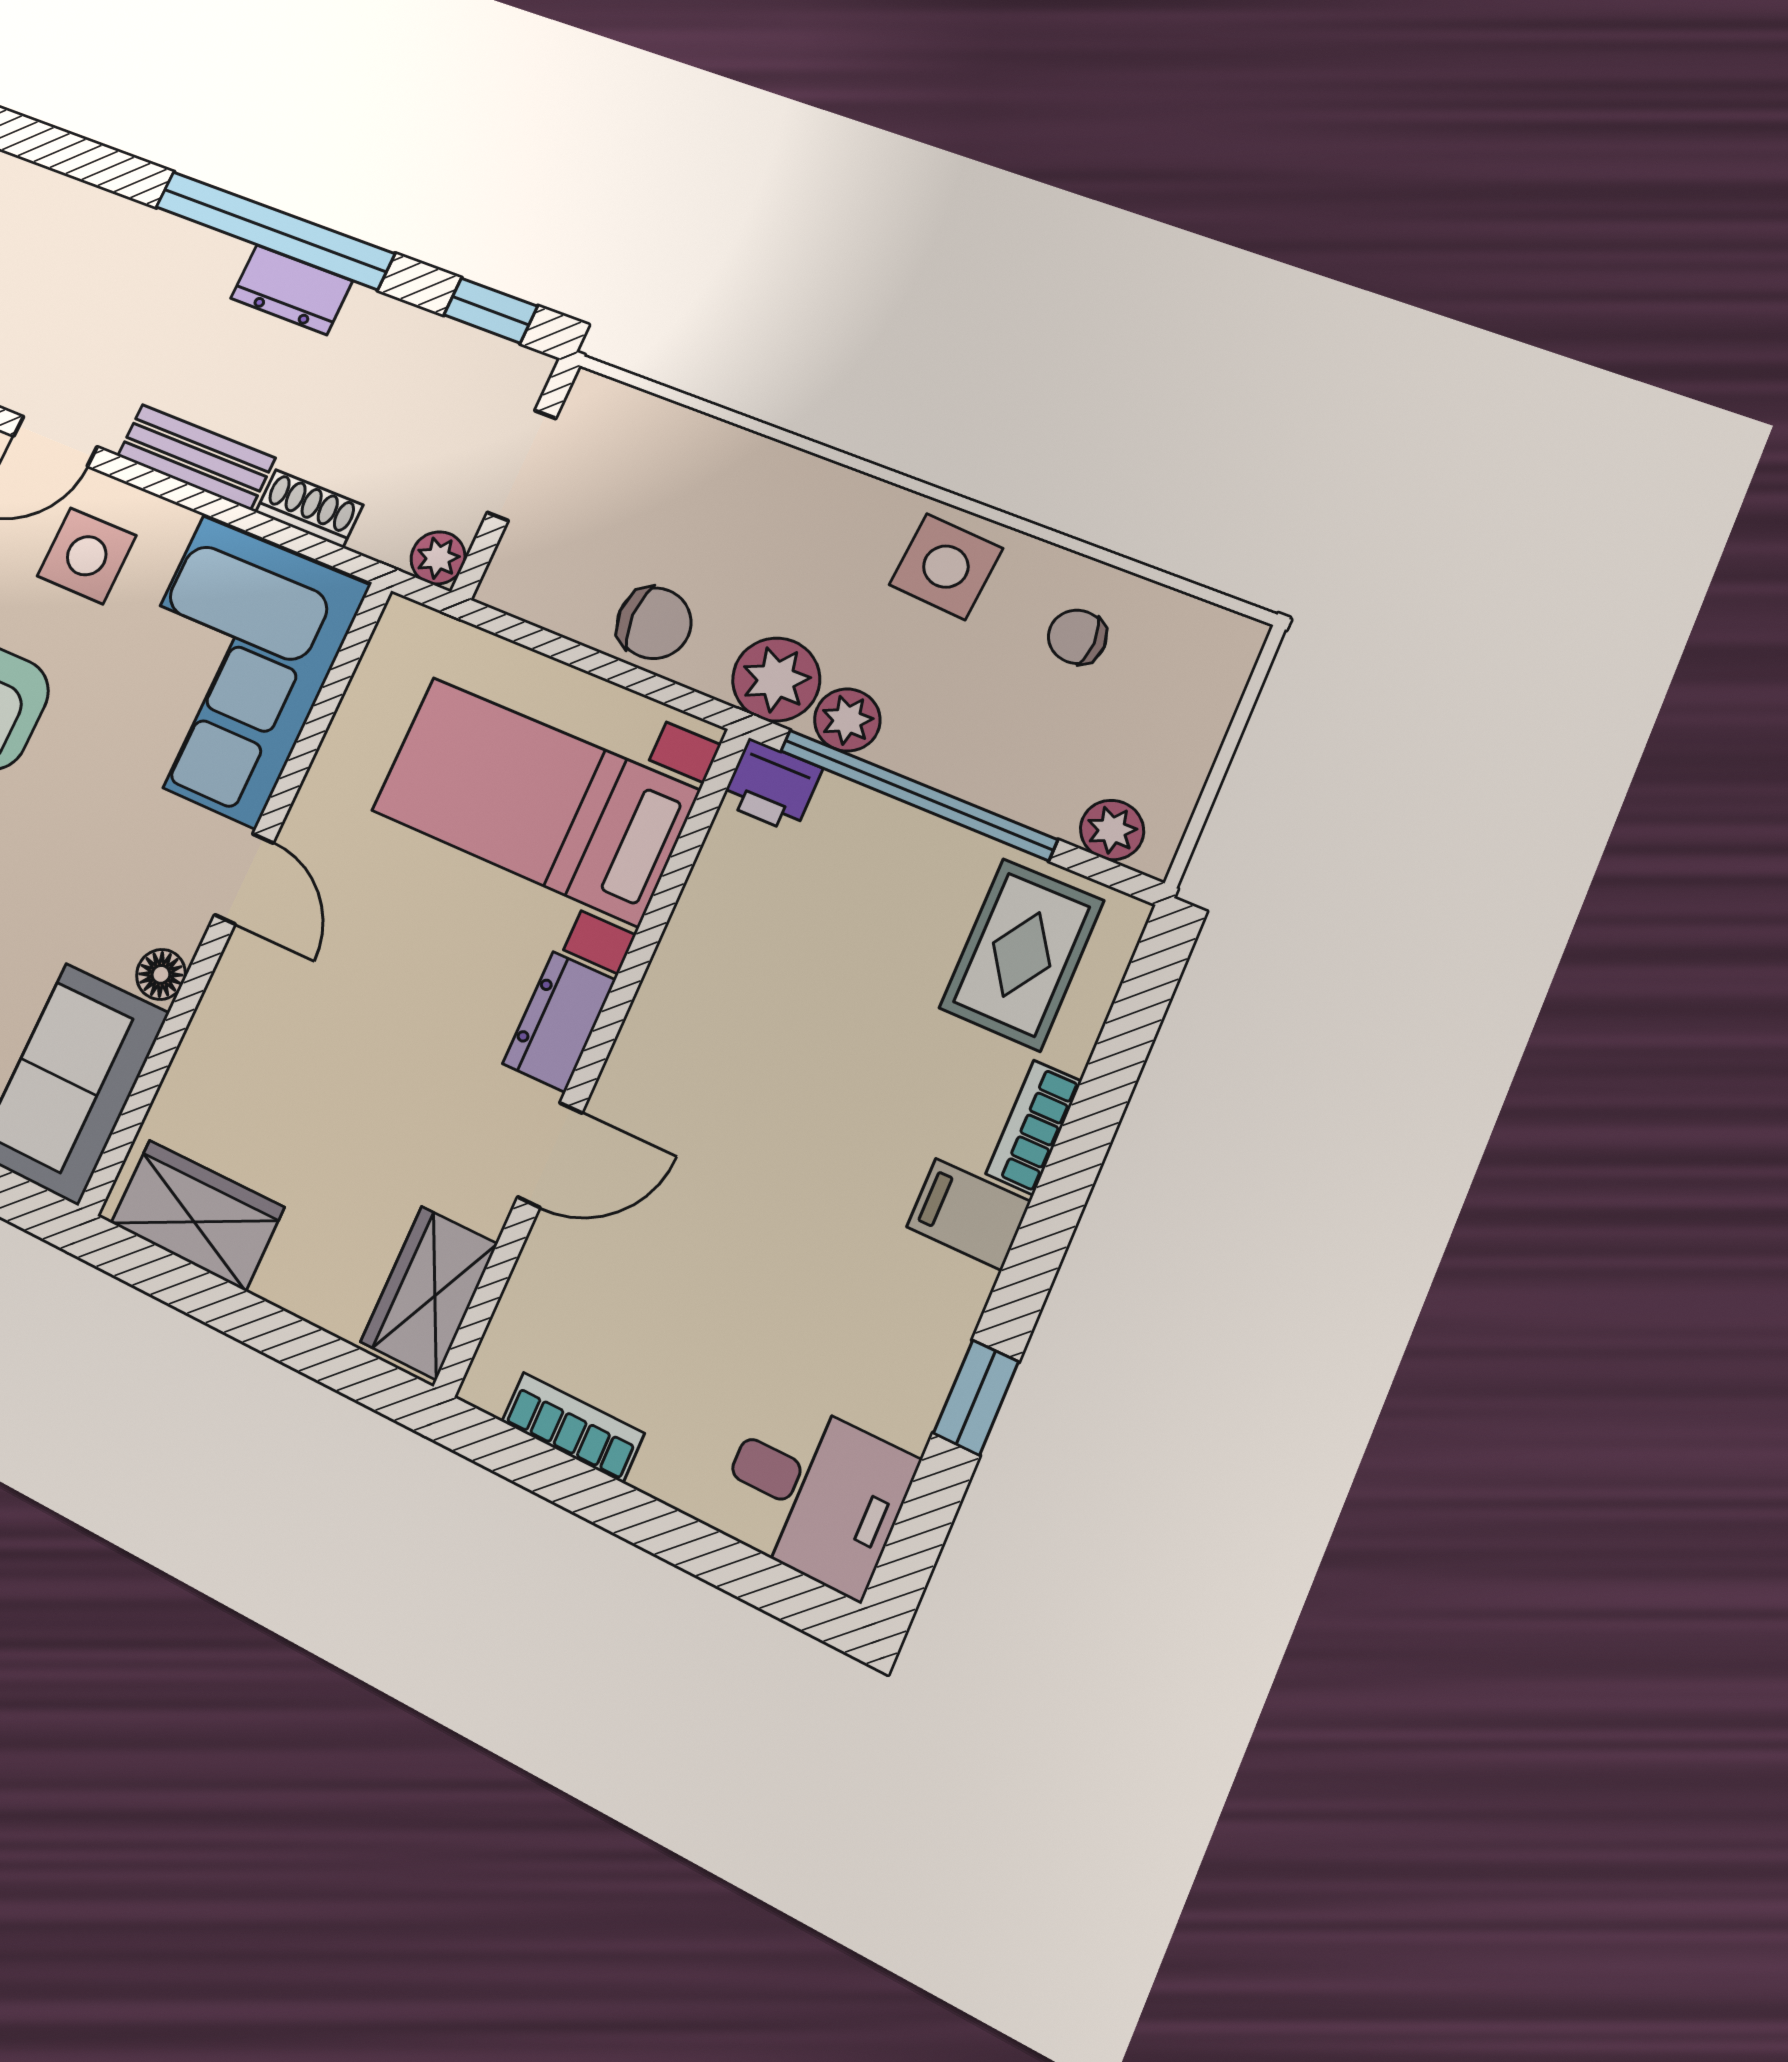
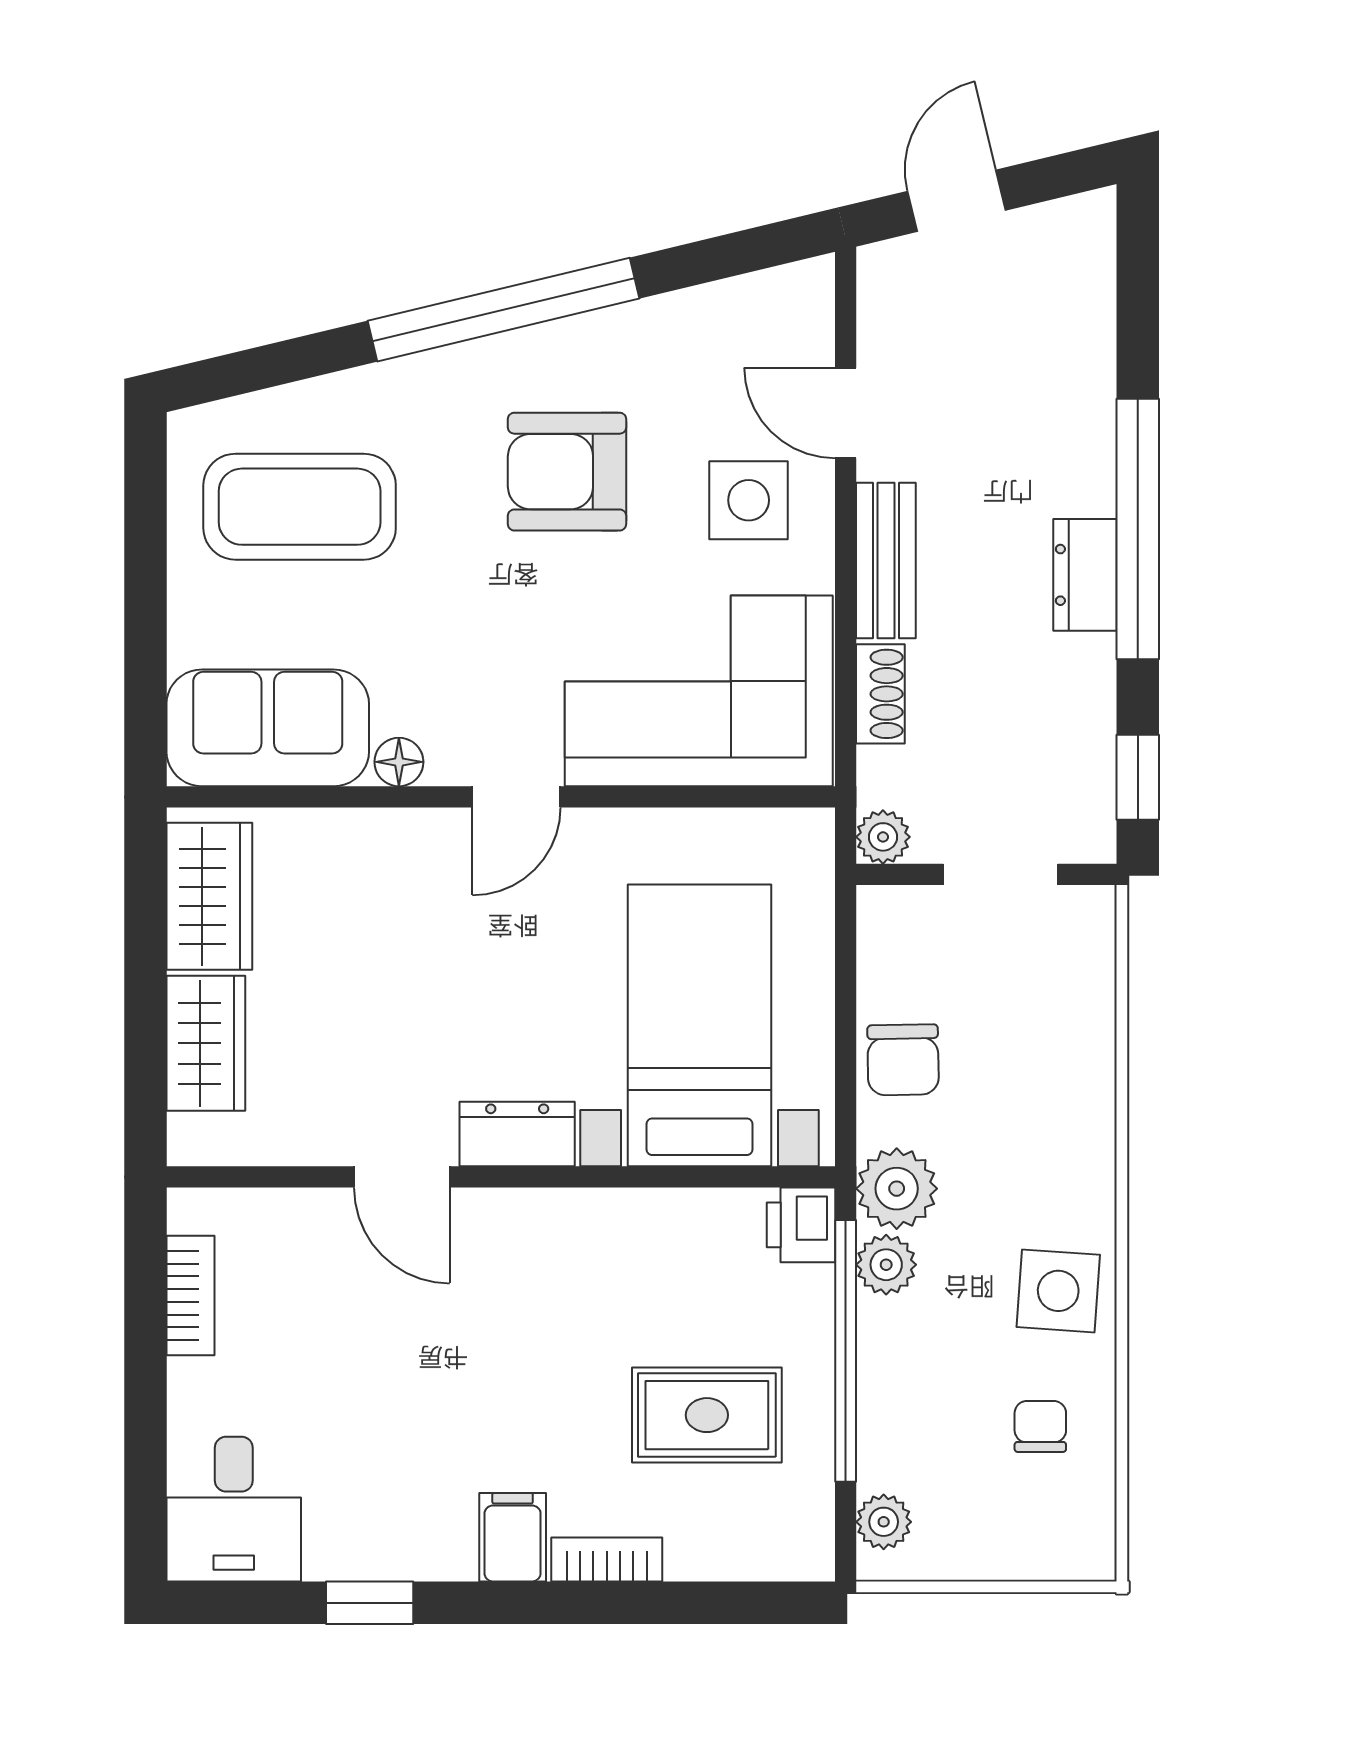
rug: (1021, 954) -> (707, 1415), moved
wardrobe: (429, 1293) -> (206, 1043), moved, turned 90

